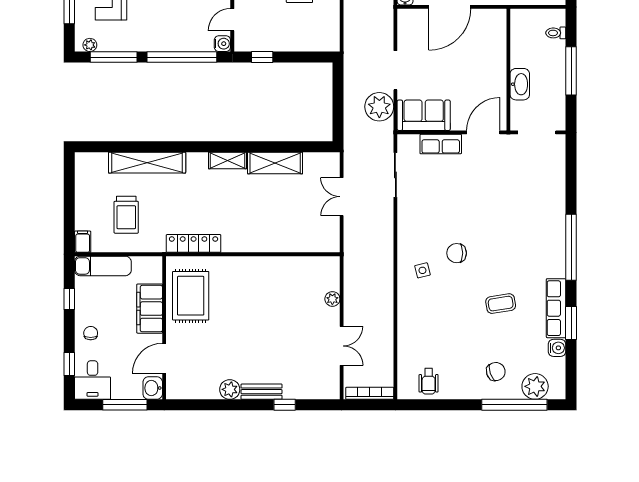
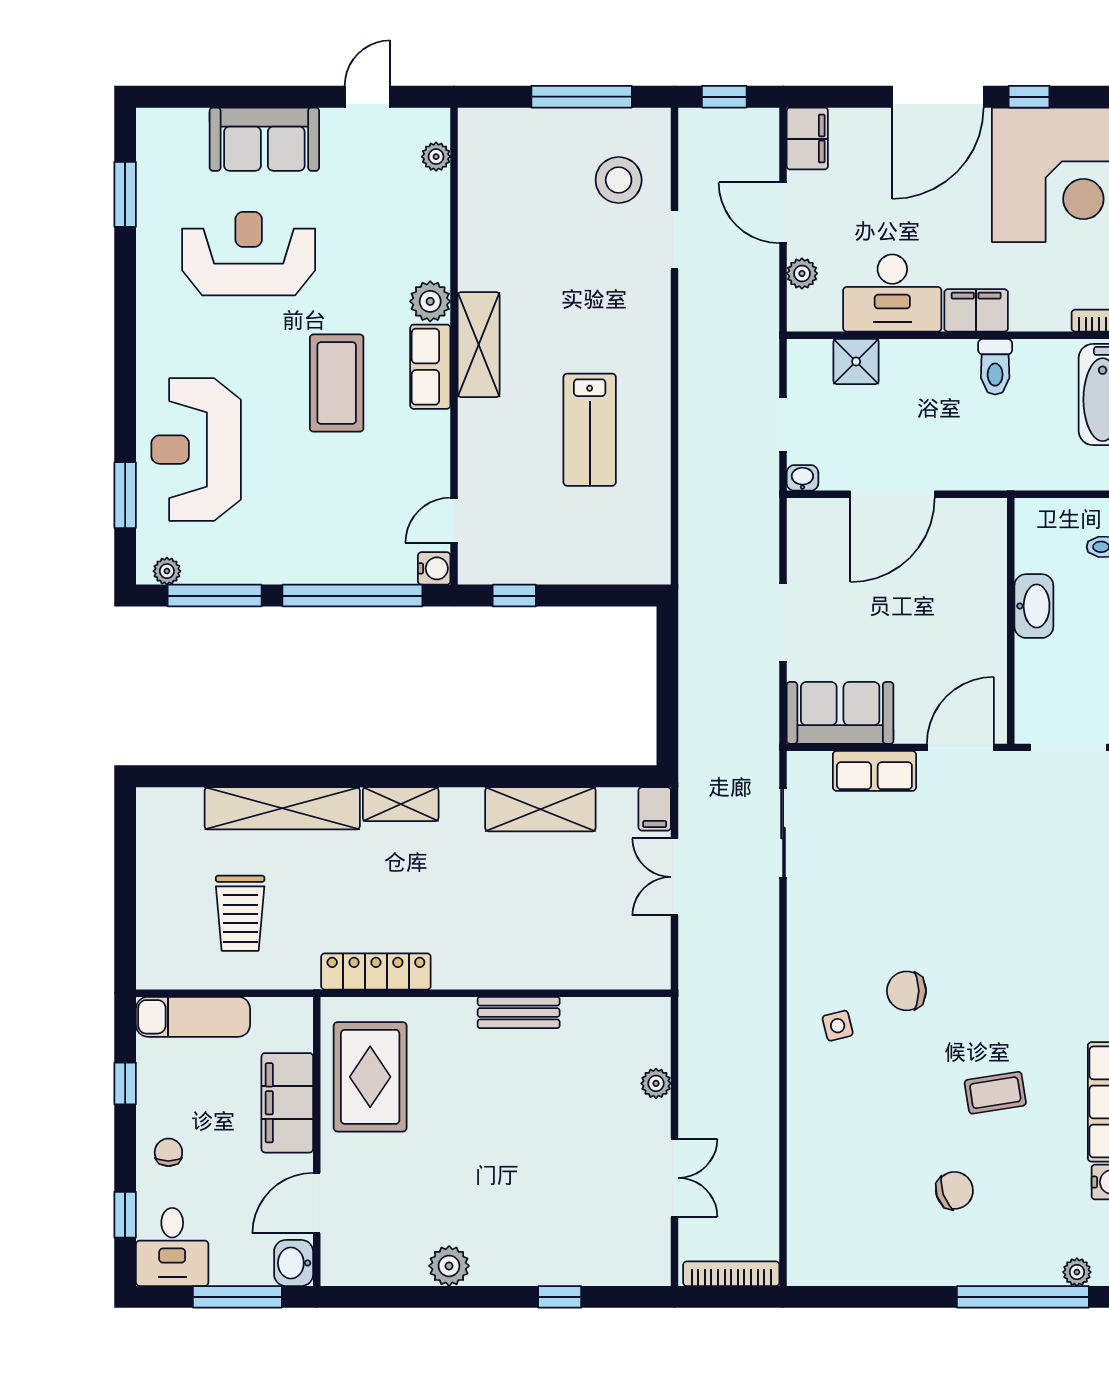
washbasin: (520, 84) -> (1034, 606), moved
plant: (379, 107) -> (751, 696), removed
shelving: (228, 161) -> (401, 804), moved
filing cabinet: (83, 242) -> (655, 809), moved, turned 180
chair: (496, 372) -> (954, 1190), moved
wheelchair: (429, 381) -> (850, 1249), removed
plant: (535, 386) -> (1077, 1272), width x0.53, depth x0.53
bench: (262, 392) -> (519, 1012), moved

